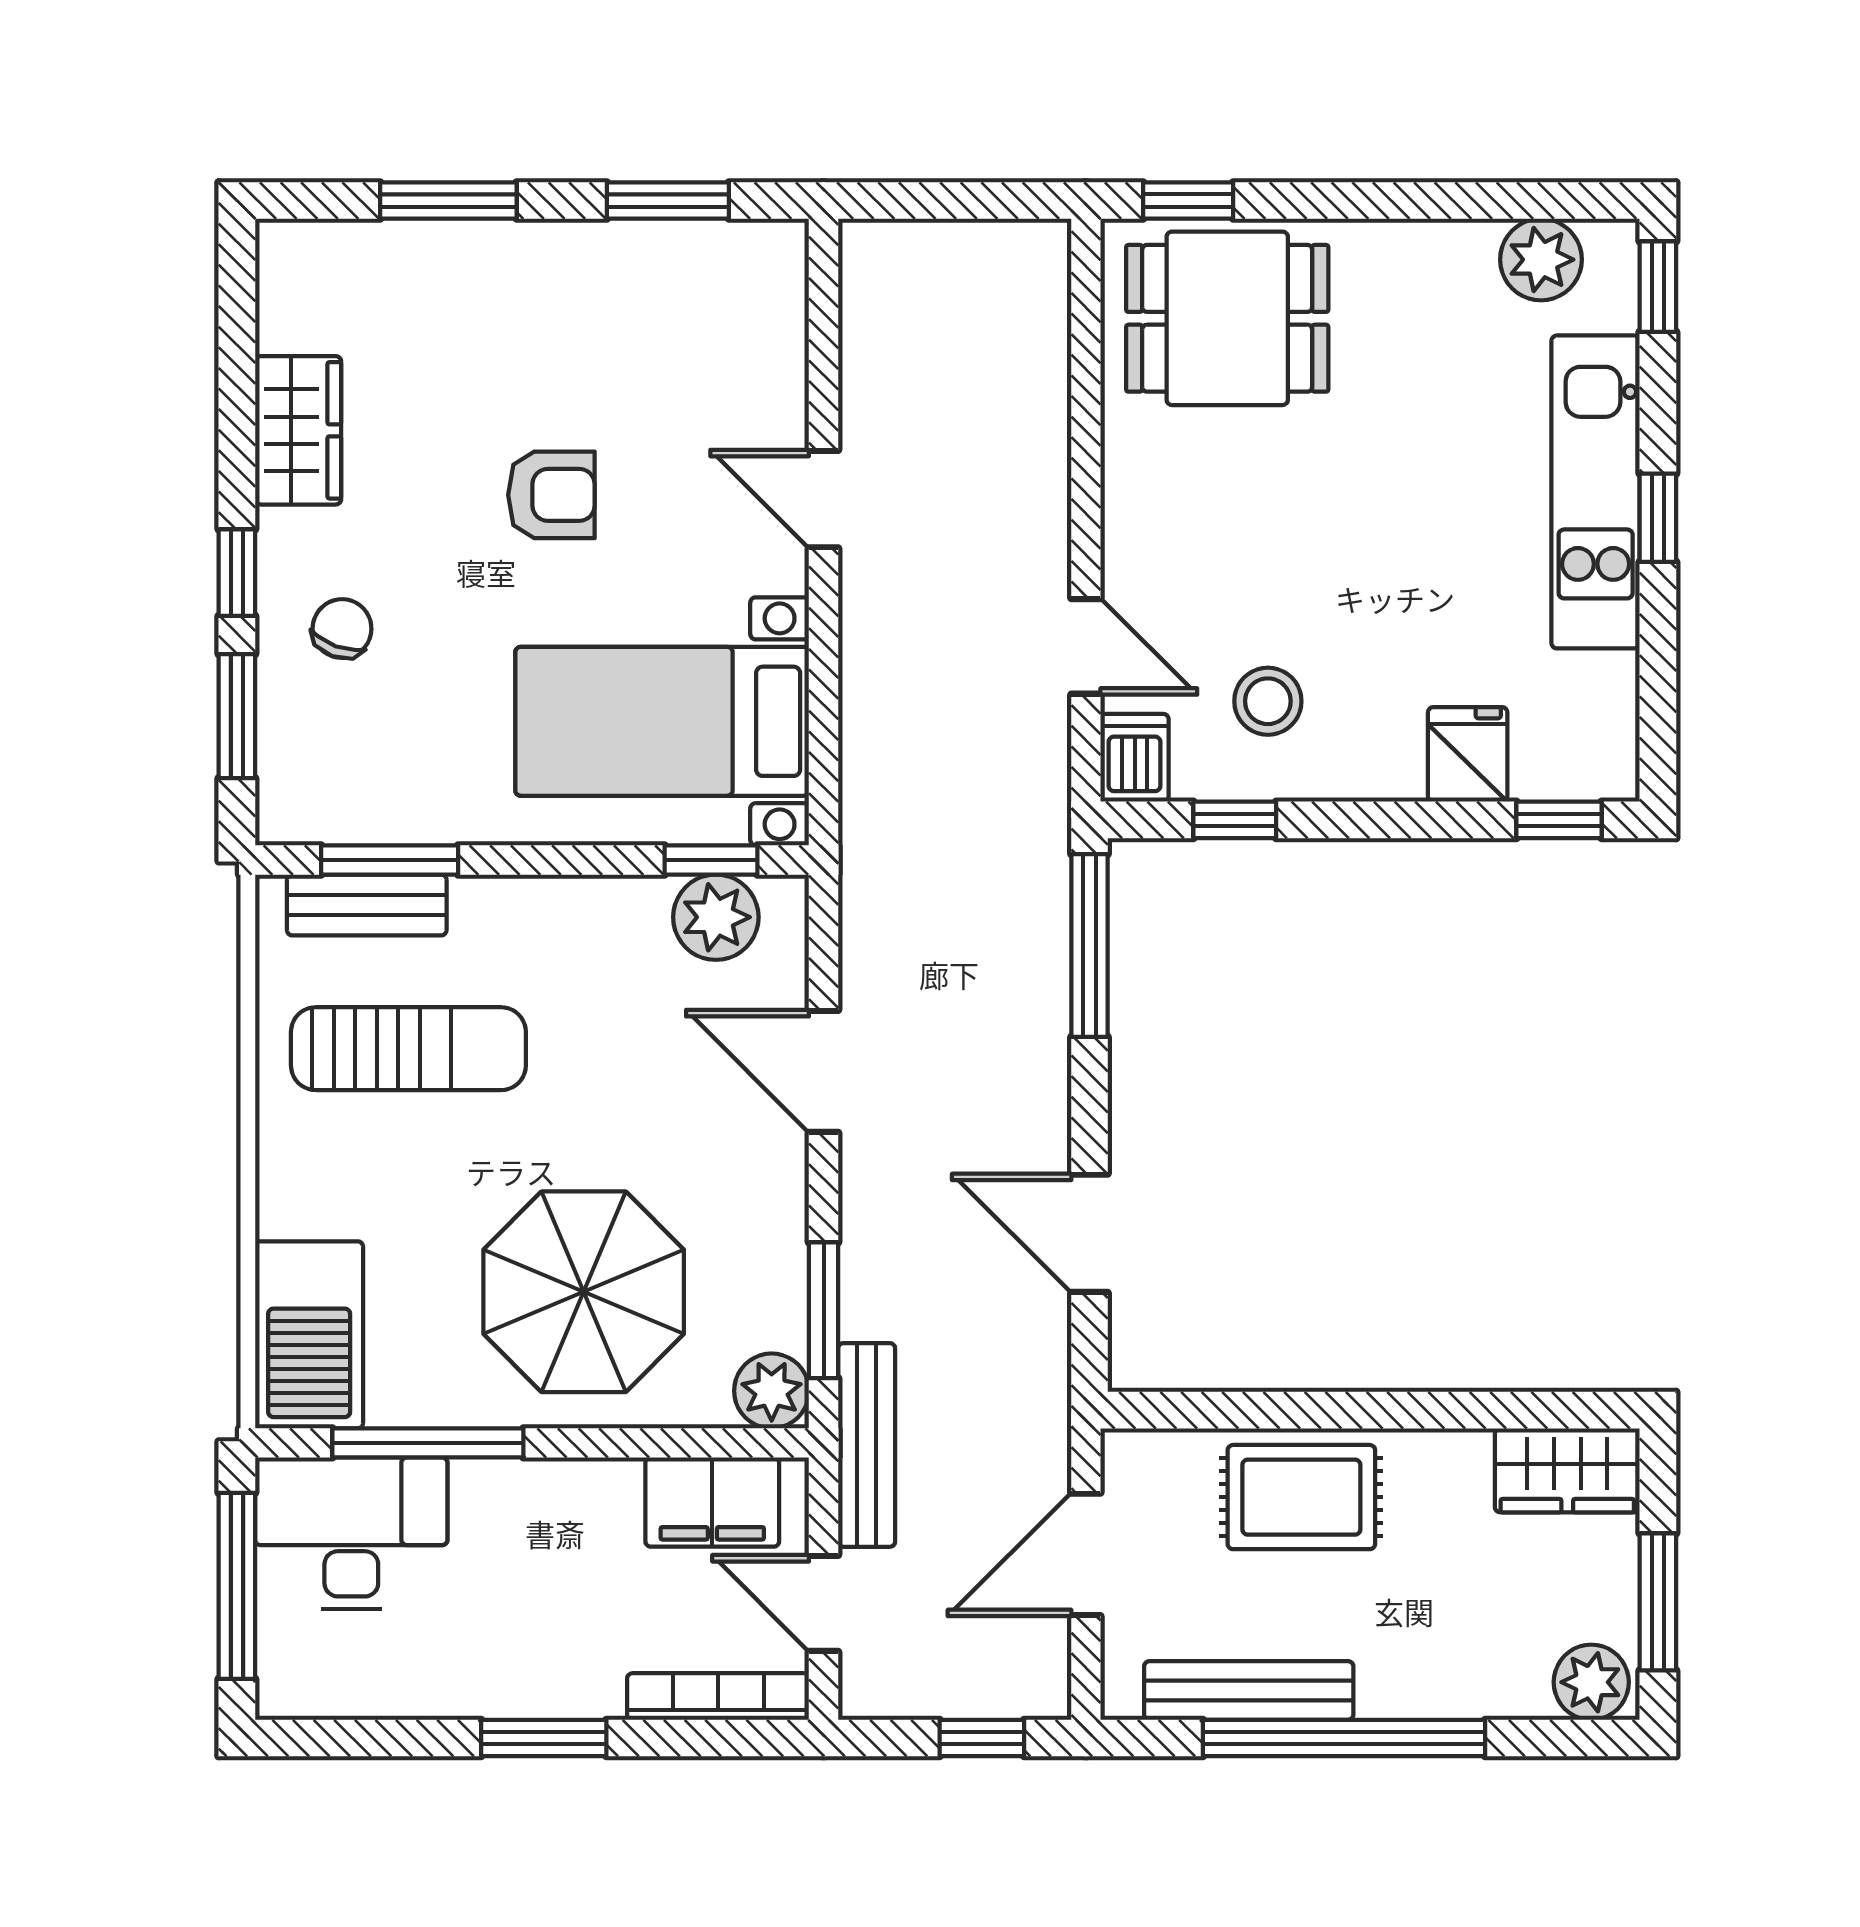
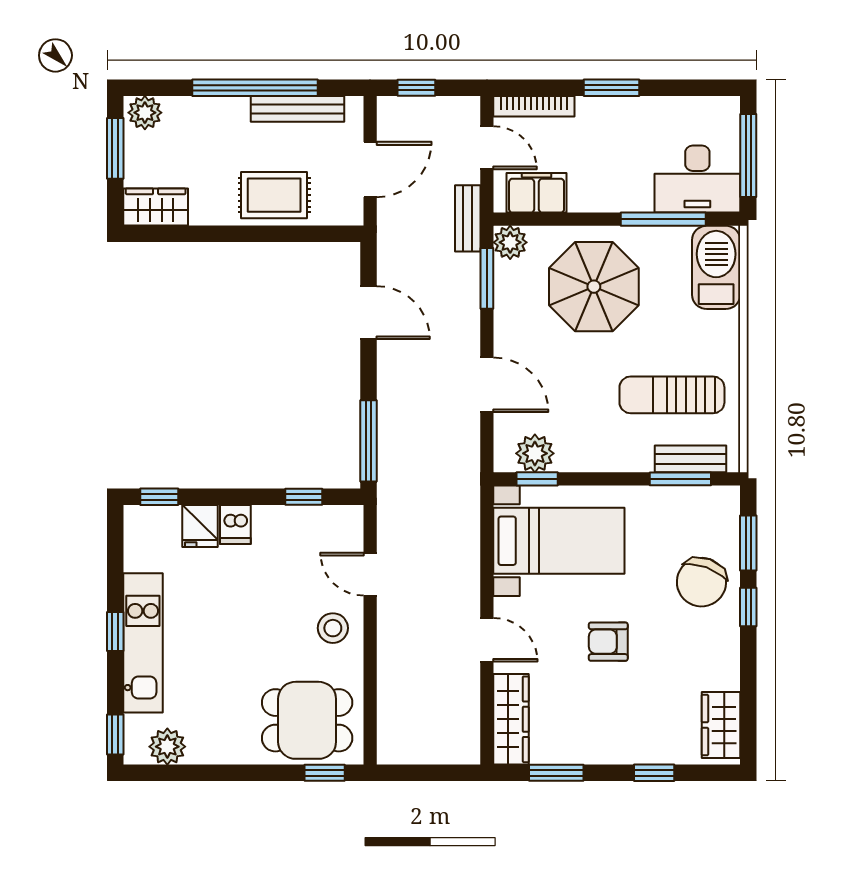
window: (448, 200) -> (654, 773), width x0.67
wardrobe: (770, 321) -> (511, 719), added
wardrobe: (298, 430) -> (721, 725), moved
chair: (342, 629) -> (701, 582), width x1.87, depth x1.87
stool: (1268, 701) -> (333, 628), moved
dishwasher: (1135, 758) -> (235, 525), moved
bench: (867, 1445) -> (468, 218), width x0.73

